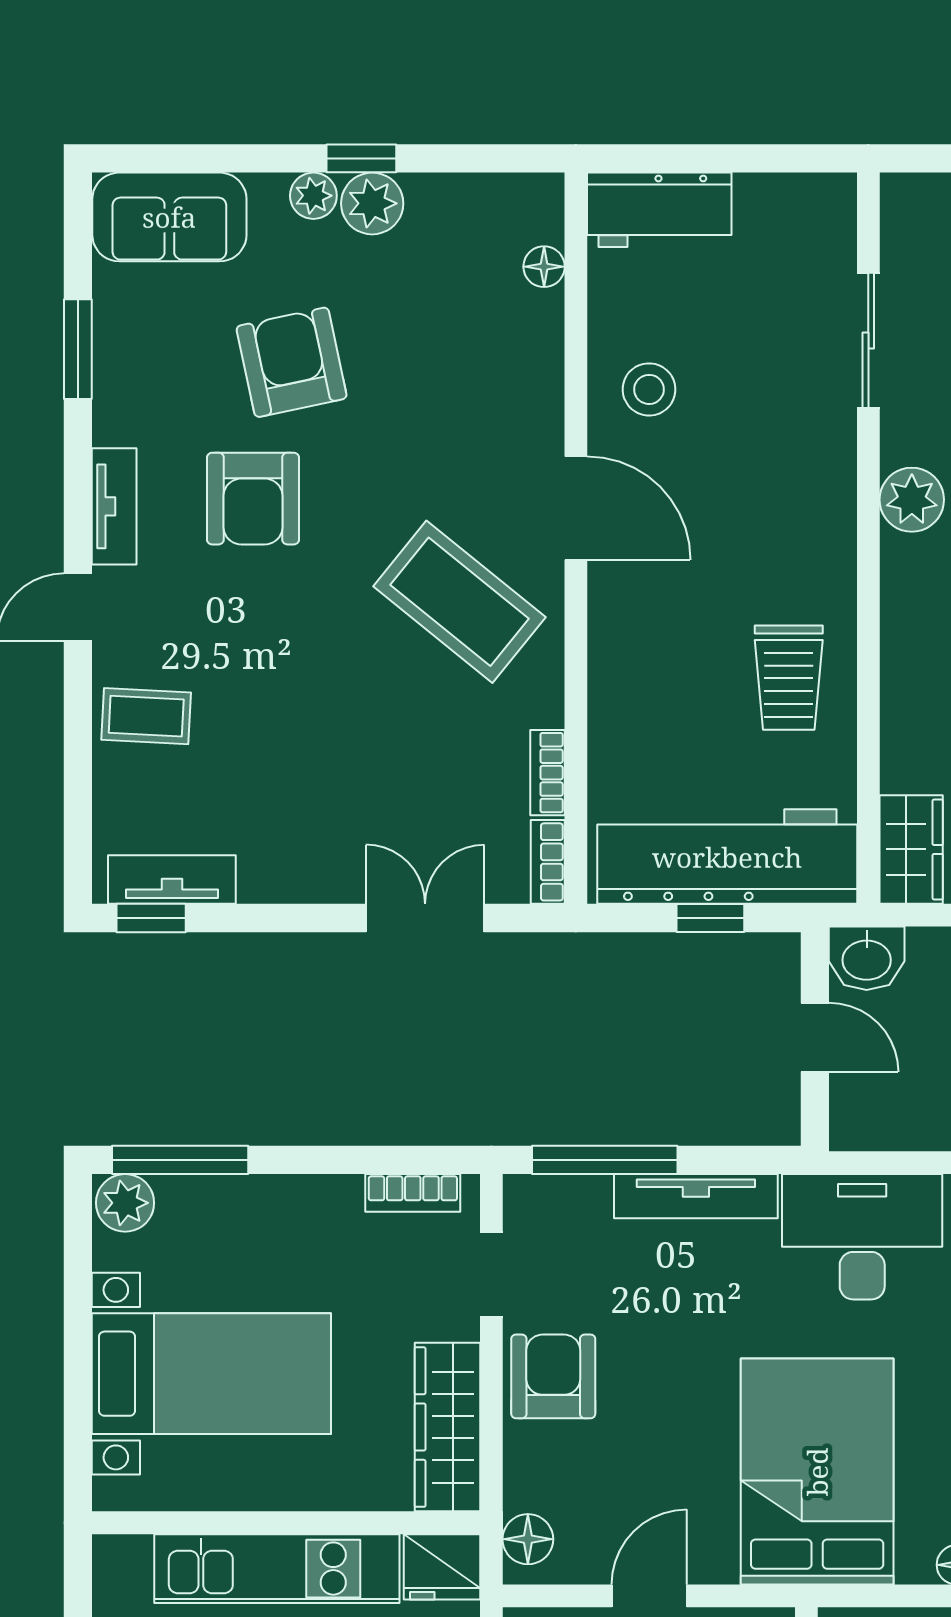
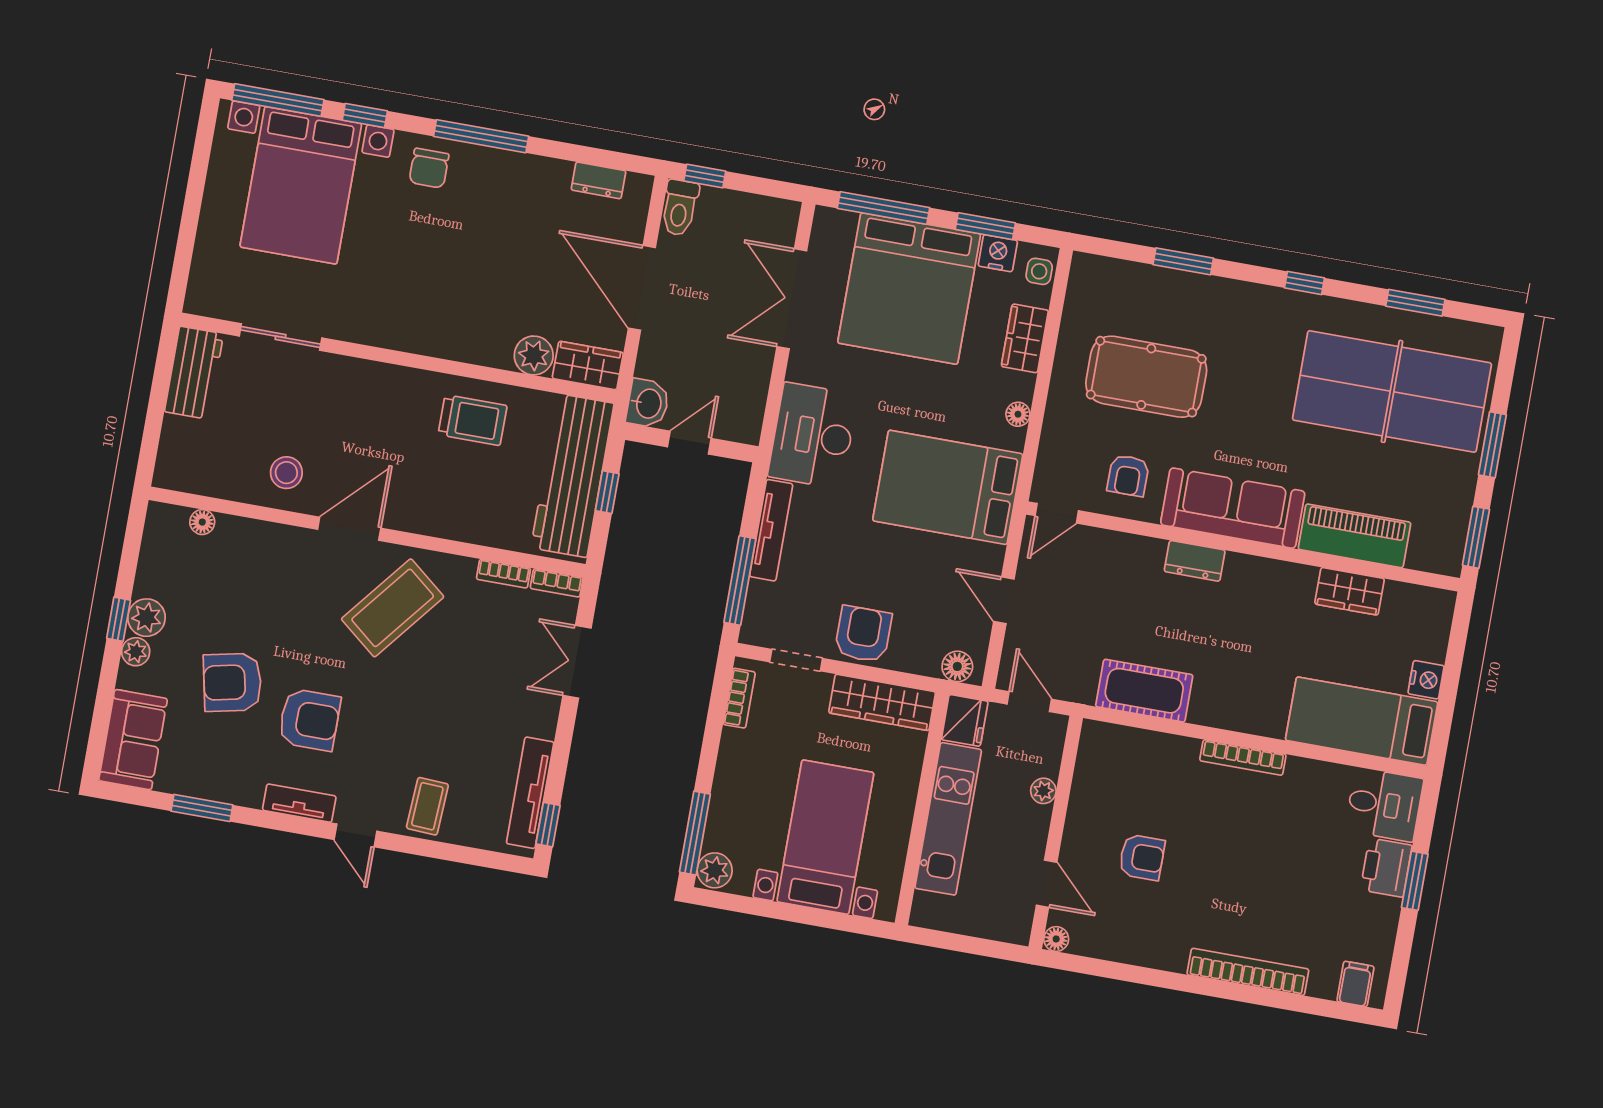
workbench: (659, 210) -> (194, 373), moved
plant: (912, 500) -> (534, 355), moved
tv unit: (172, 880) -> (530, 793), width x1.41
armchair: (553, 1376) -> (863, 634), turned 90

